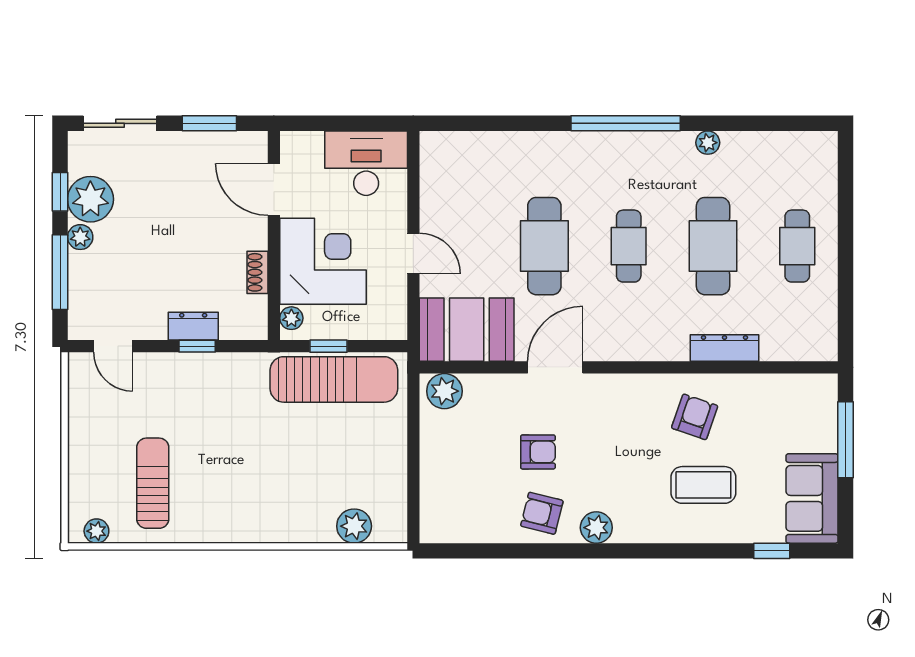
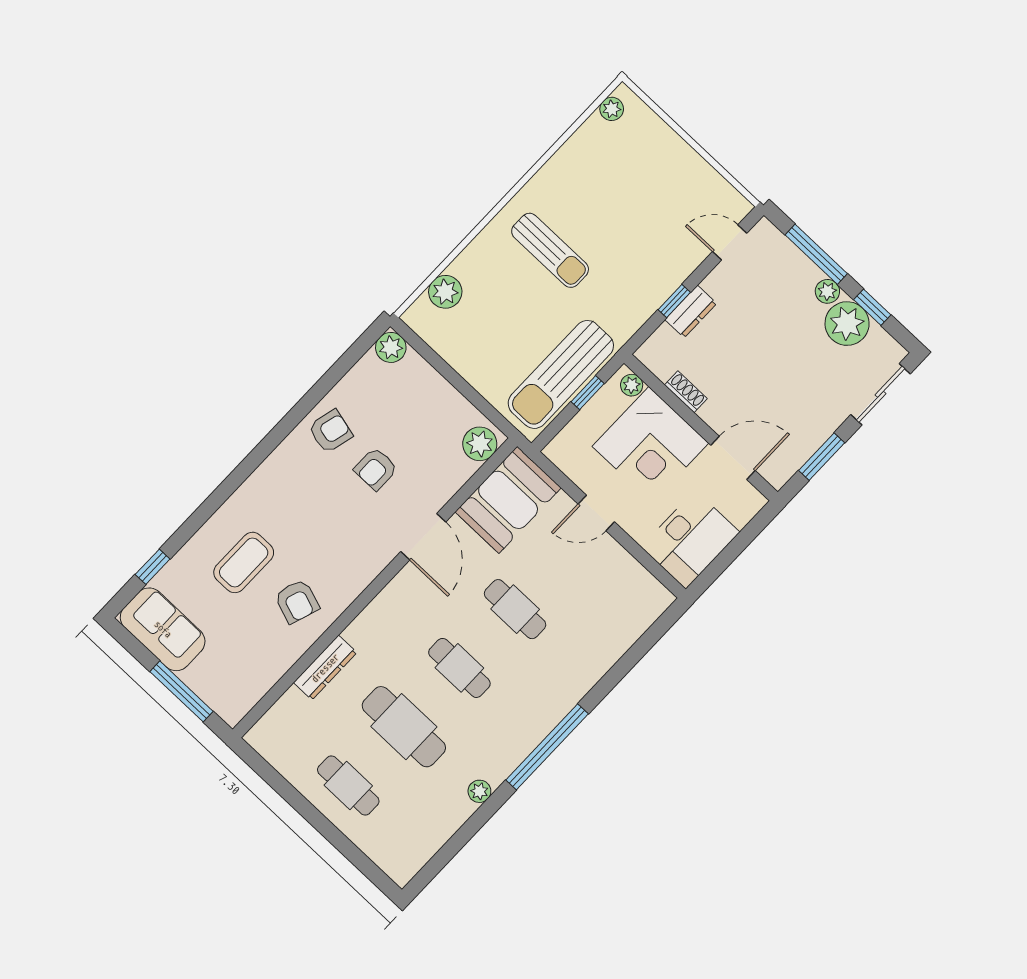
cafe table: (544, 246) -> (515, 609), width x0.73, depth x0.74
sun lounger: (153, 483) -> (550, 250), moved
plant: (596, 528) -> (391, 347), moved

